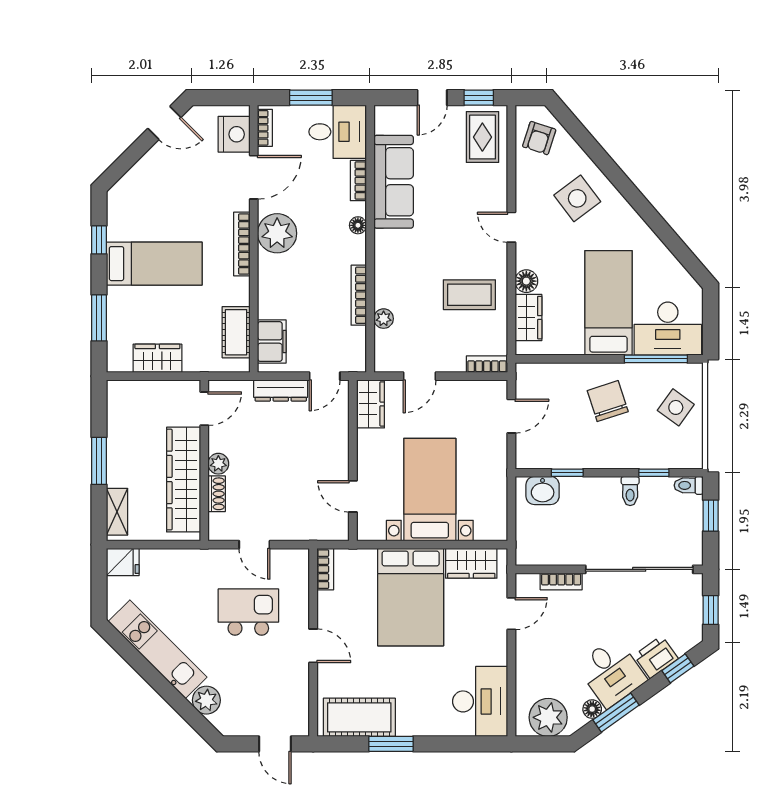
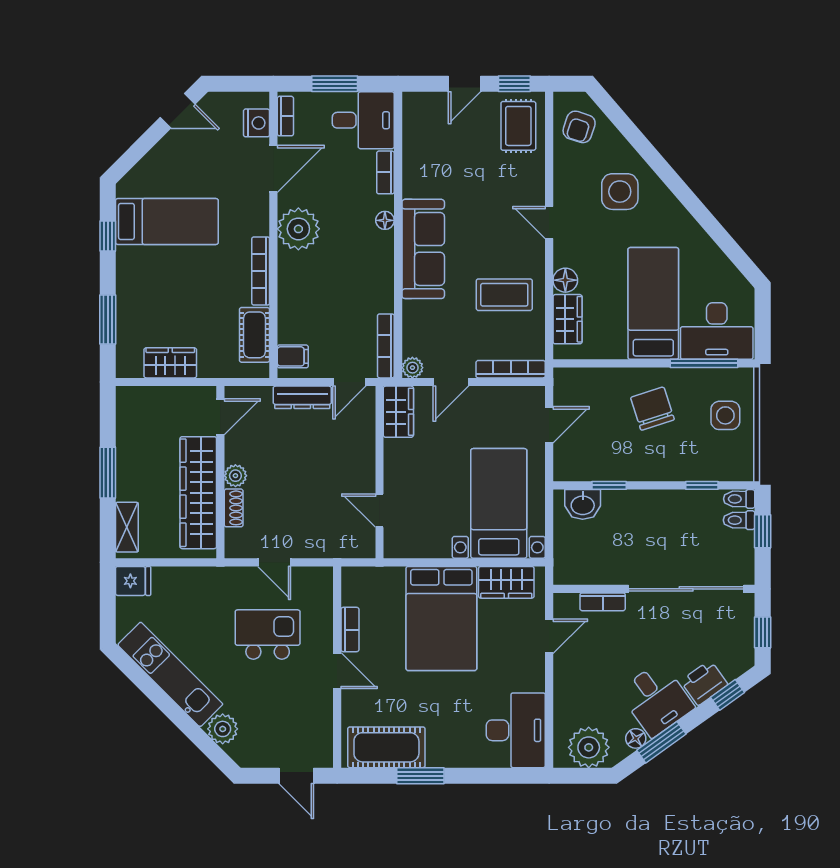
nightstand: (234, 134) -> (257, 123), width x0.74, depth x0.75
sofa: (394, 182) -> (423, 249), moved
side table: (577, 198) -> (620, 192), turned 37
bookcase: (242, 244) -> (261, 271), moved
bed: (154, 264) -> (167, 221), moved
bookcase: (359, 295) -> (386, 346), moved
plant: (384, 319) -> (412, 368), moved
filing cabinet: (272, 342) -> (293, 356), width x0.50
bookcase: (487, 364) -> (511, 369), width x1.56
side table: (676, 407) -> (725, 415), turned -36
bed with nightstands: (430, 490) -> (499, 503), moved
toilet: (630, 491) -> (739, 520), moved, turned 90
bookcase: (325, 569) -> (350, 630), moved

